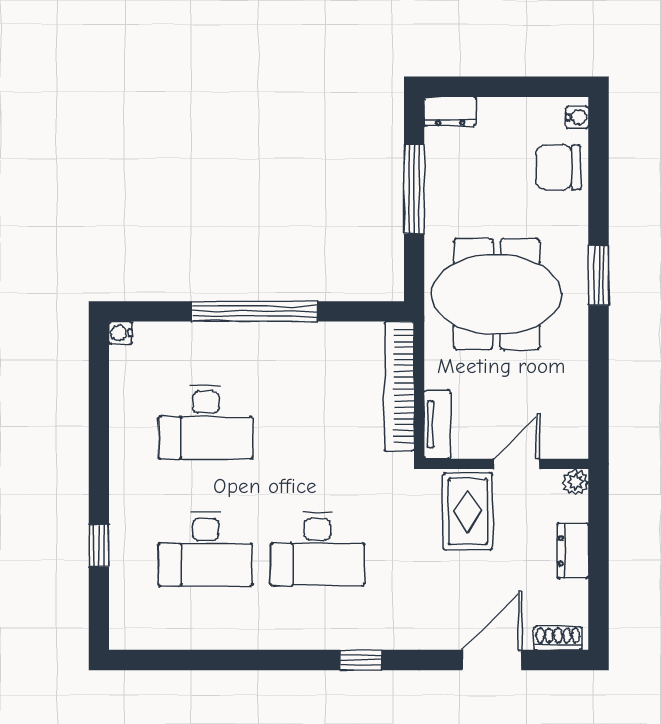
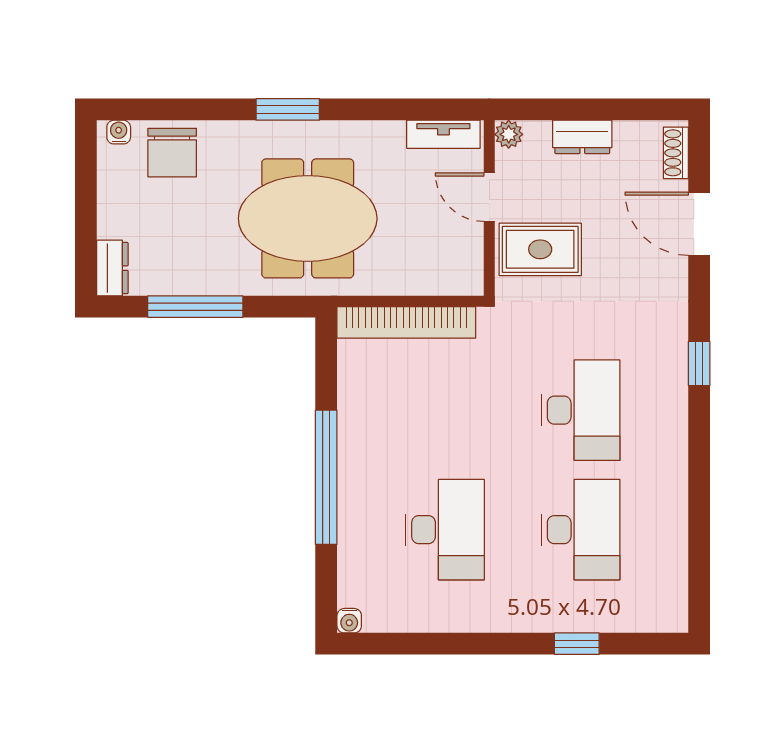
meeting table: (497, 294) -> (308, 218), turned 90
tv unit: (437, 425) -> (443, 134), moved, turned 180

